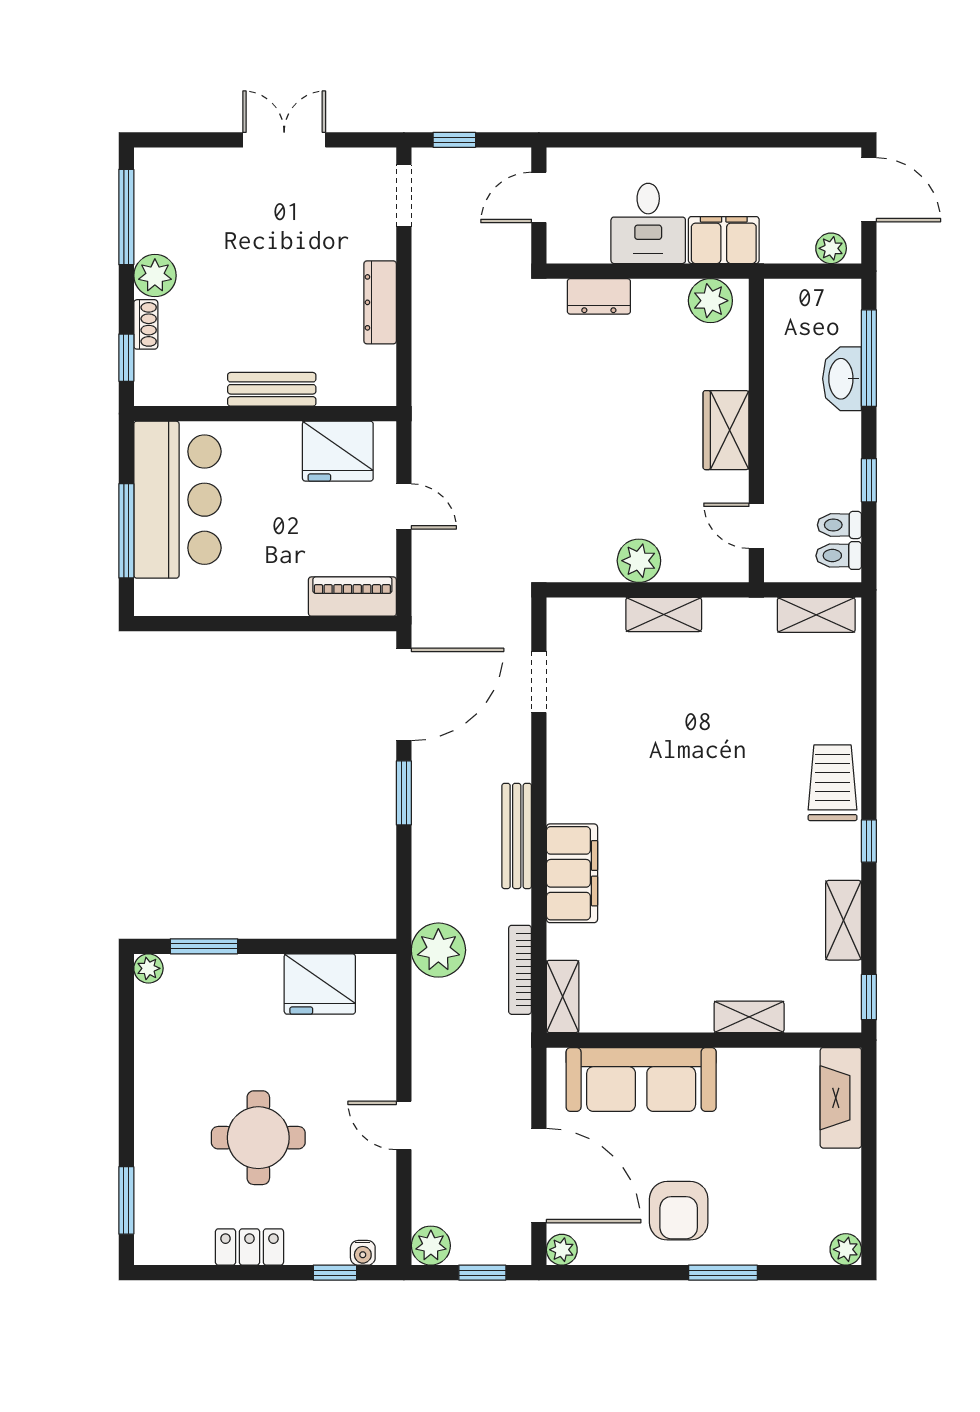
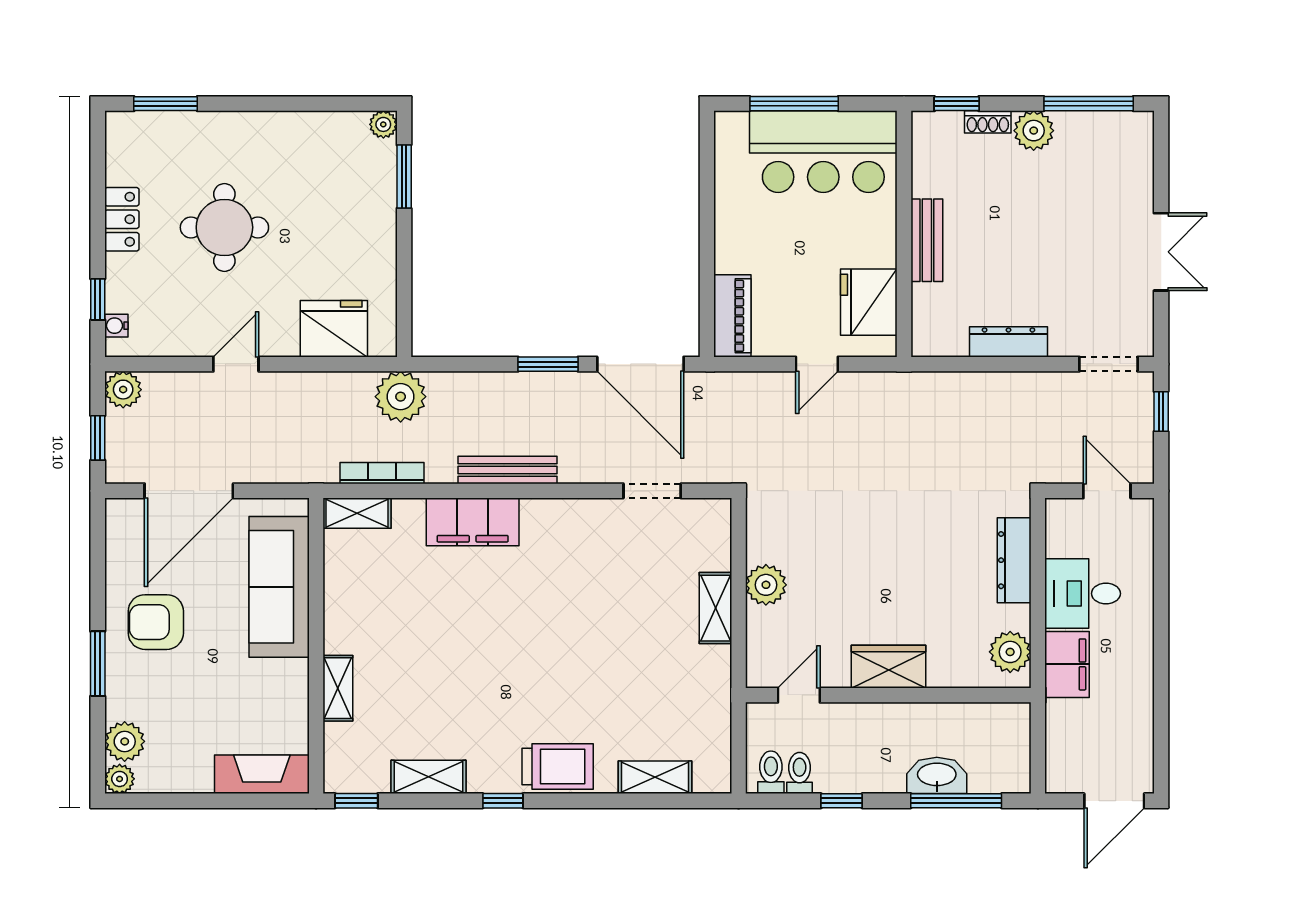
plant: (831, 248) -> (1059, 765), removed
dresser: (599, 296) -> (1014, 560), width x1.44
shelving: (816, 615) -> (655, 777), moved, turned 90
fridge: (320, 984) -> (334, 329), moved, turned 90
plant: (562, 1250) -> (125, 741), moved, width x1.38, depth x1.38

